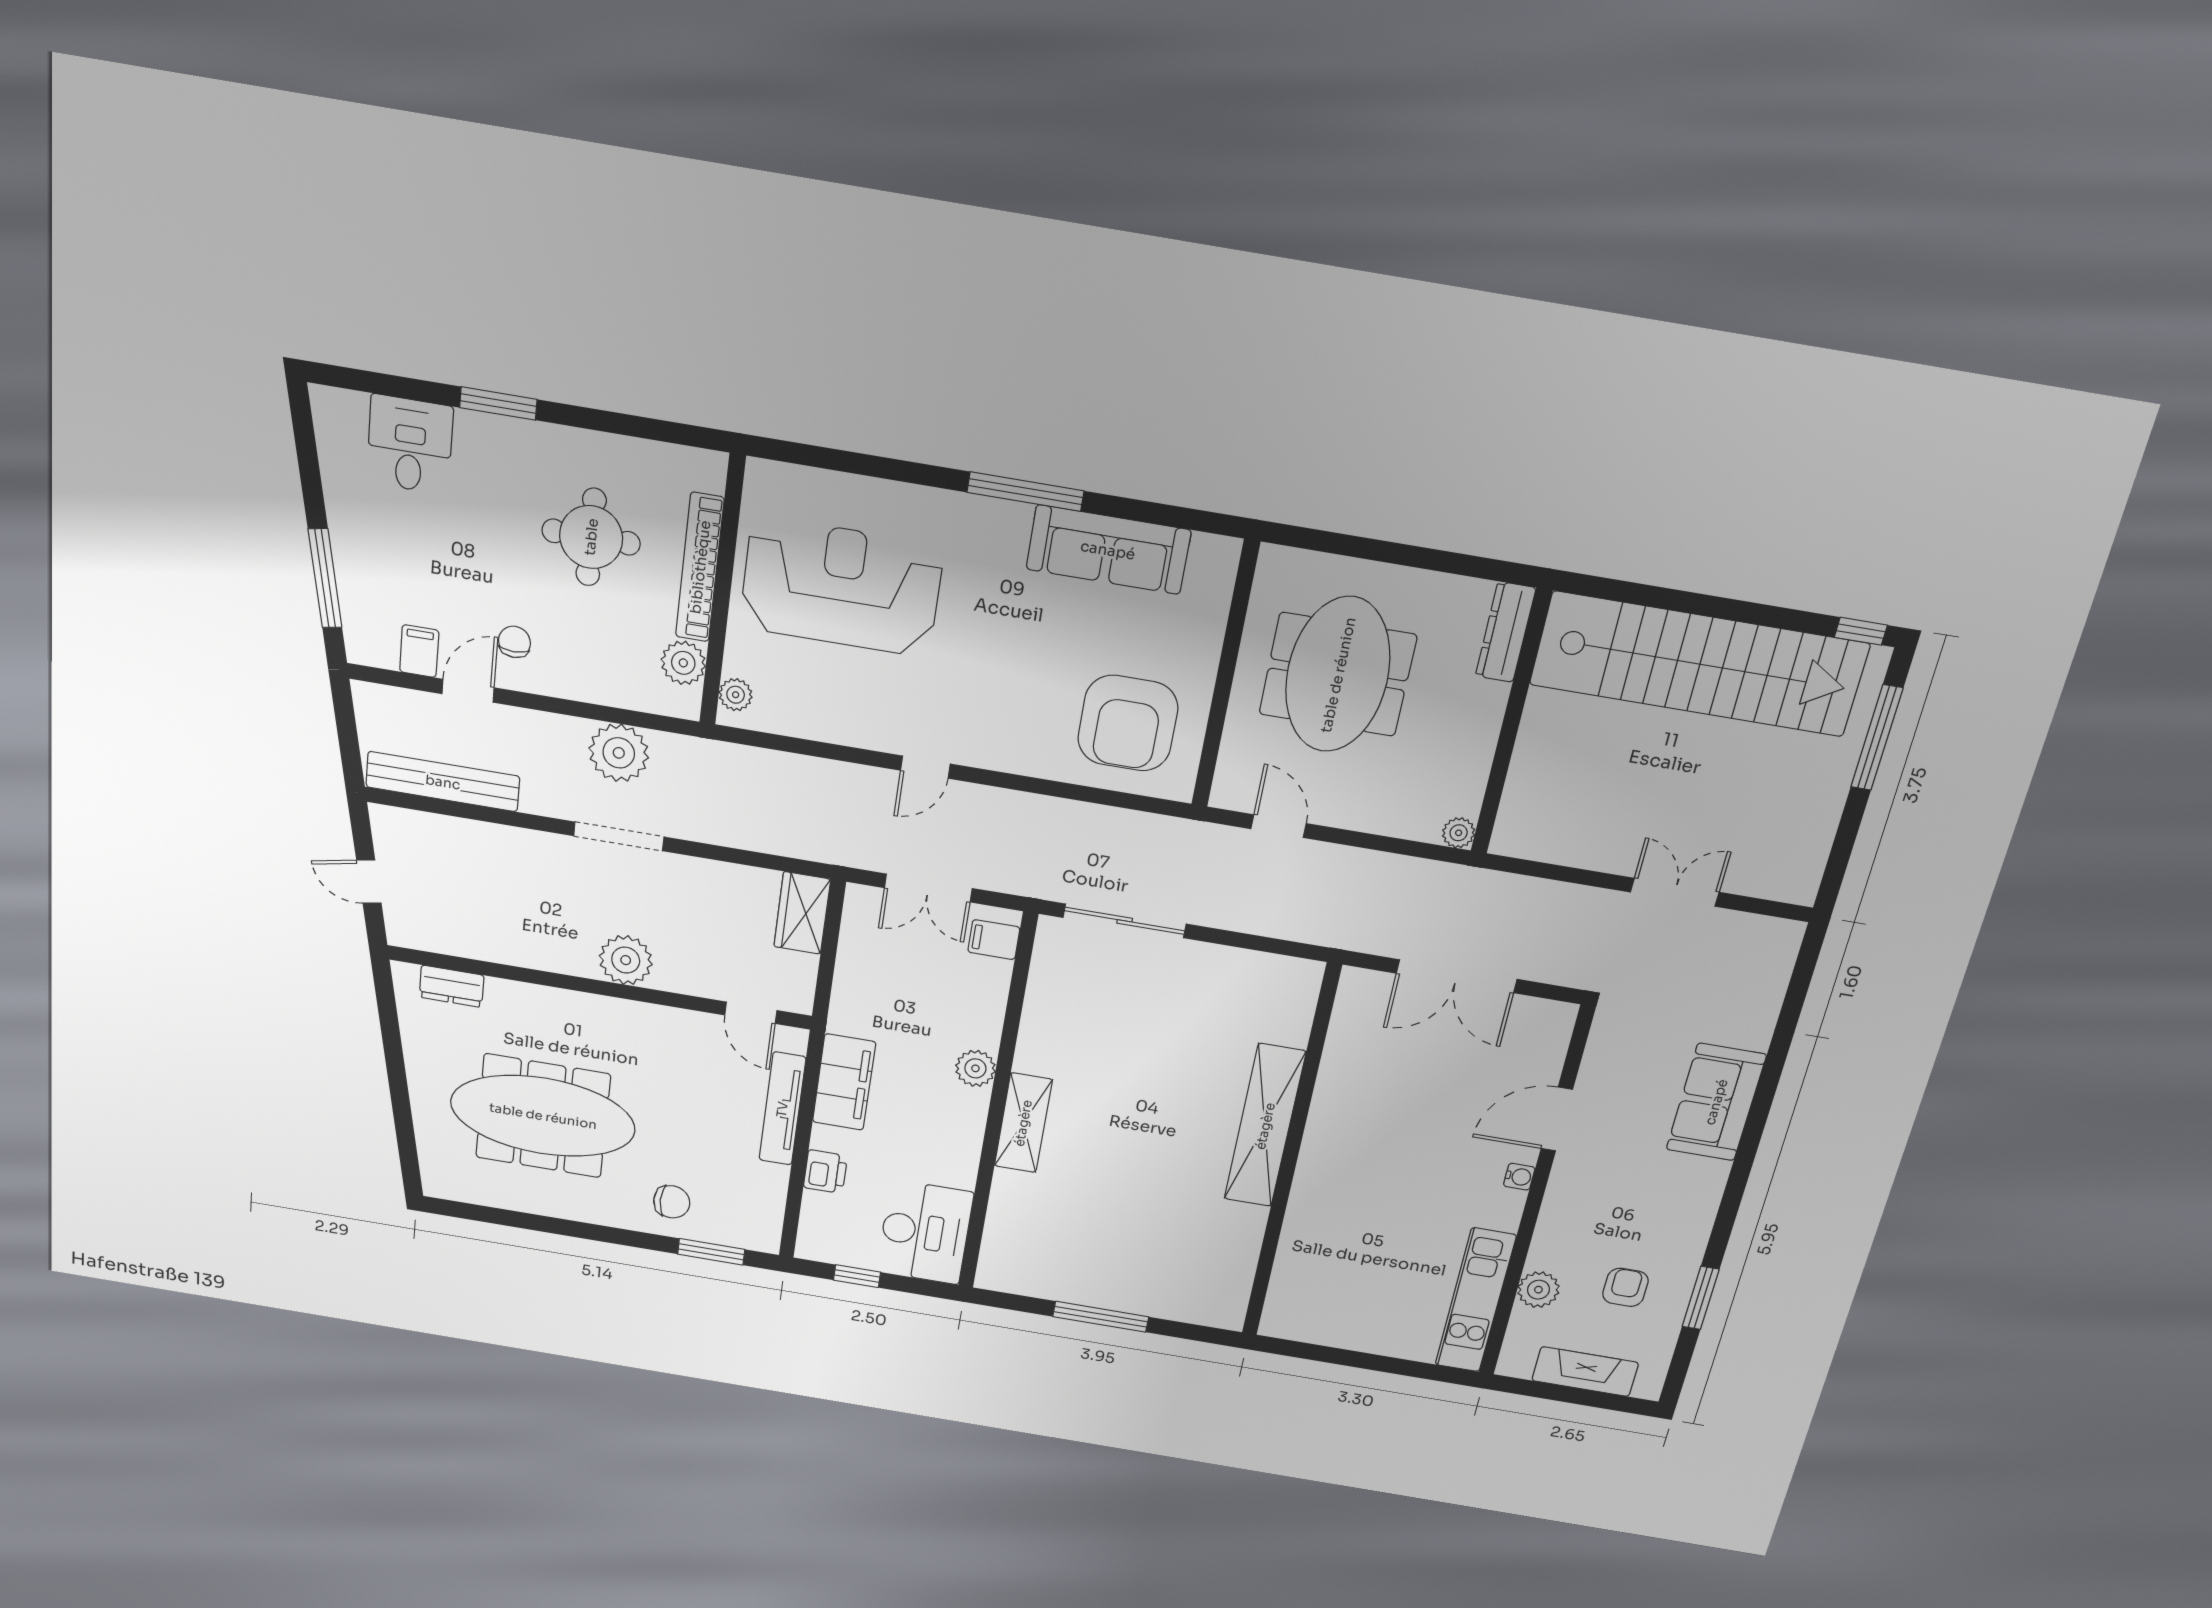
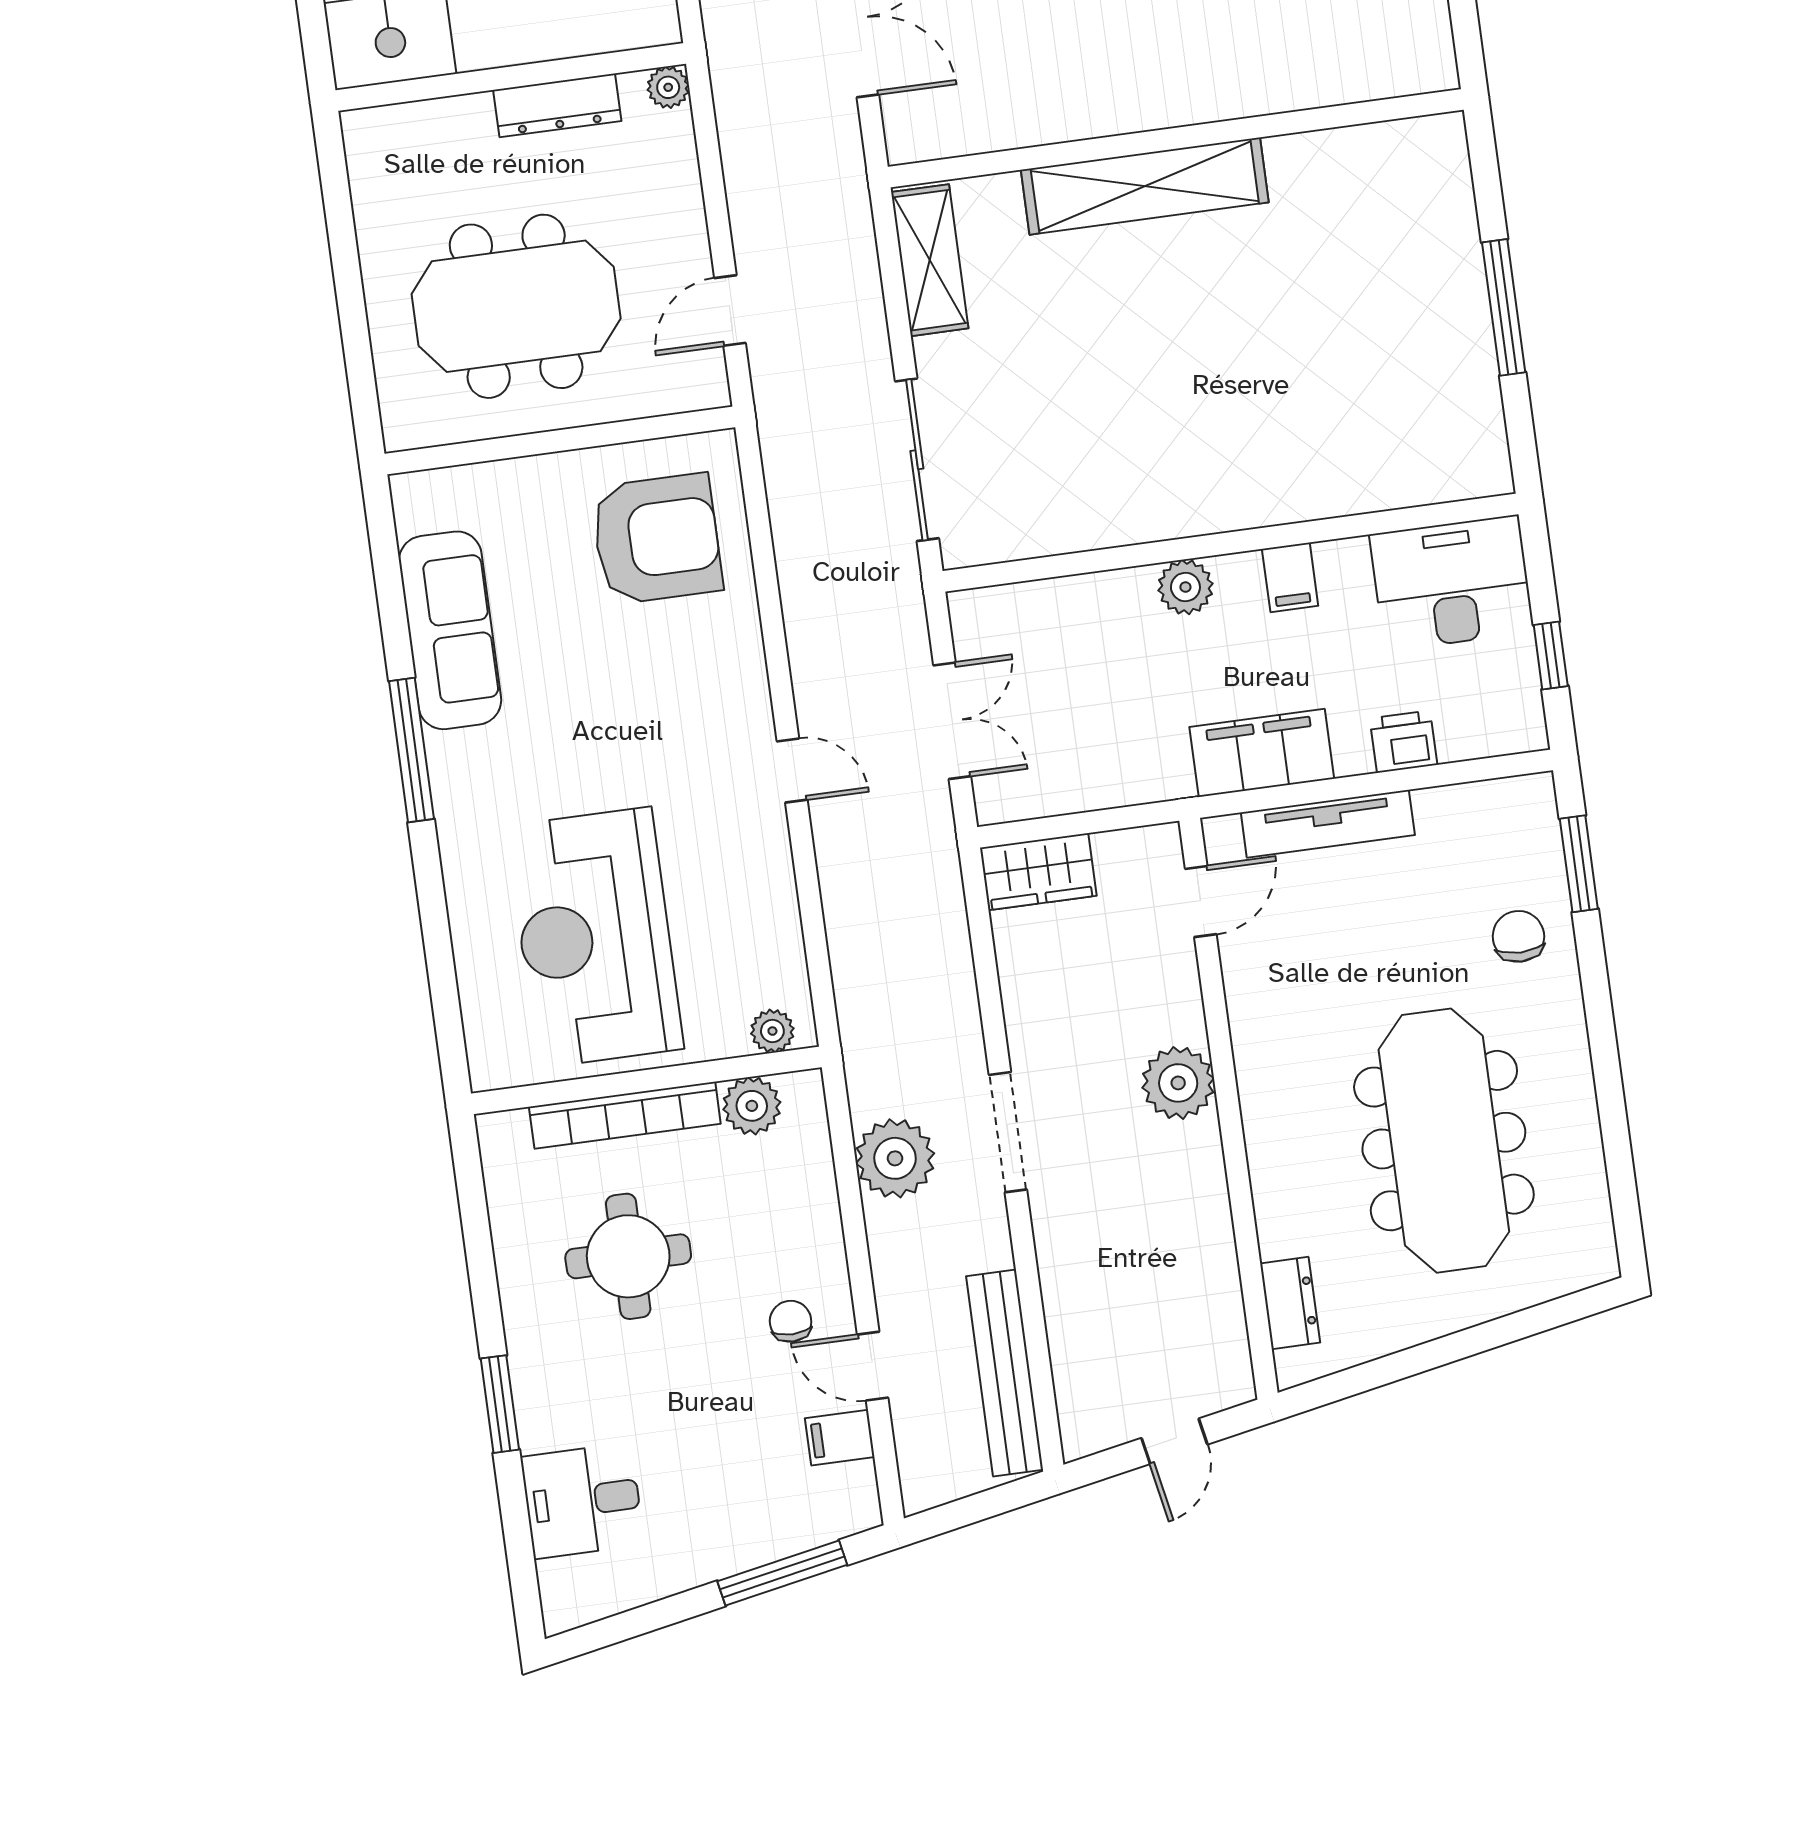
dresser: (1506, 632) -> (557, 105), moved
chair: (514, 642) -> (791, 1321), turned 90
filing cabinet: (994, 940) -> (1290, 577), moved
shelving: (1023, 1123) -> (930, 260), moved, turned 90

